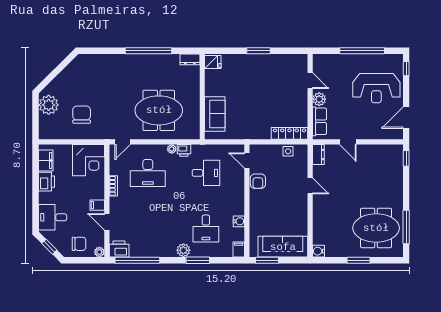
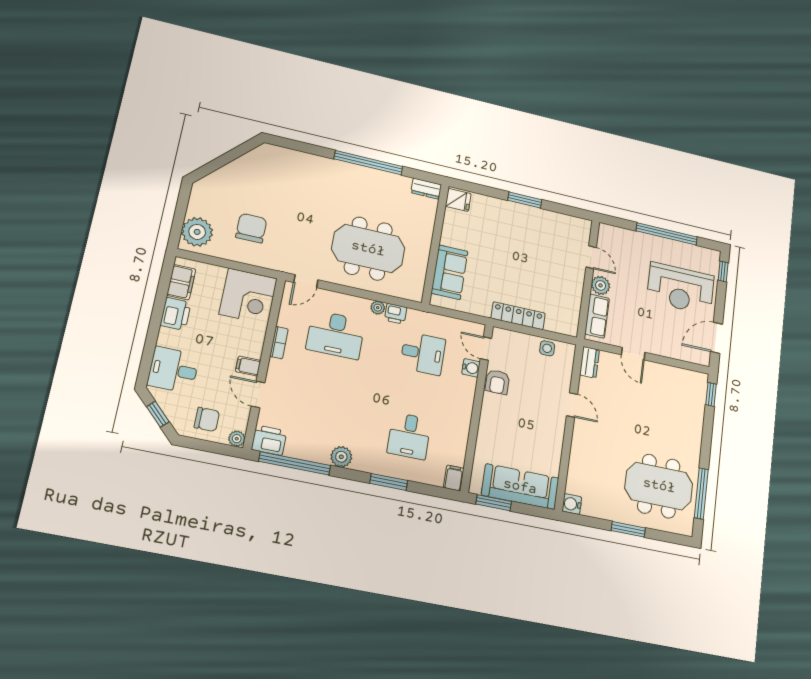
plant: (49, 105) -> (197, 232), moved
locker: (289, 133) -> (518, 316), moved
water cooler: (239, 221) -> (471, 368), moved
plant: (183, 250) -> (341, 457), moved

